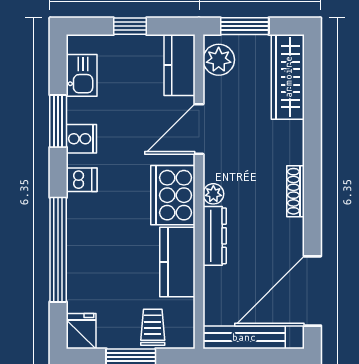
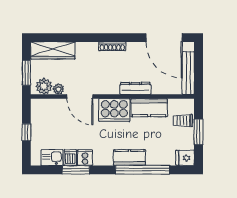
kitchen counter: (180, 65) -> (130, 158), moved, turned 180
dishwasher: (82, 180) -> (70, 158), moved
plant: (213, 194) -> (58, 89), moved

